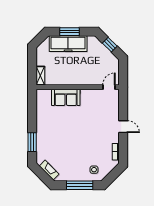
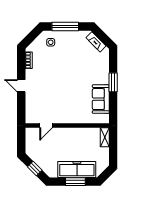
door: (109, 87) -> (46, 126), moved
sofa: (66, 97) -> (101, 99), moved, turned -90
window: (32, 142) -> (113, 82), moved

